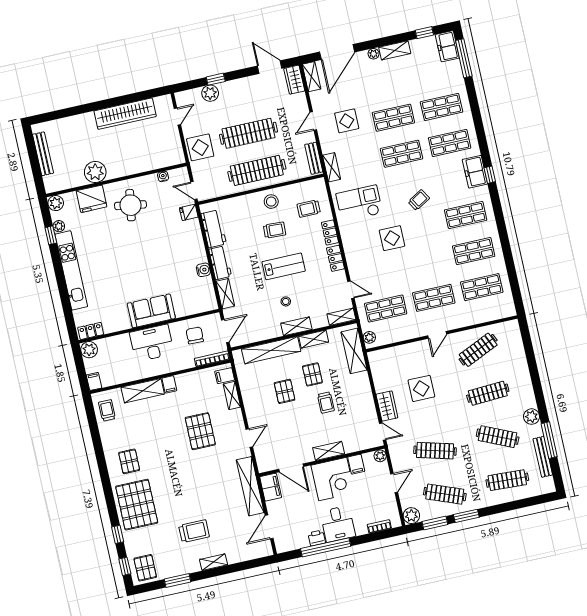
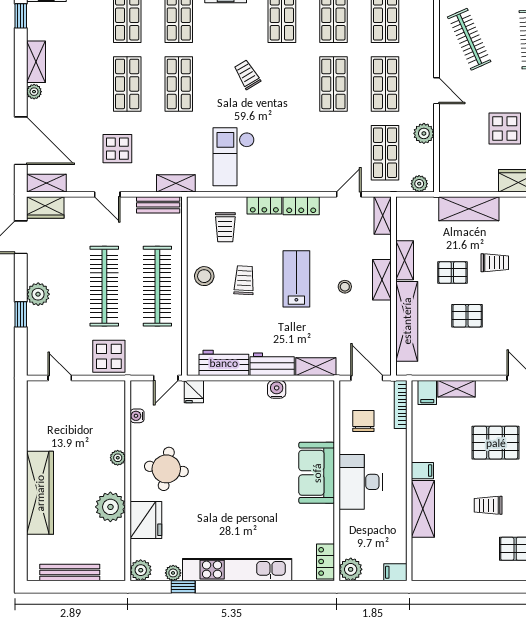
plant: (210, 93) -> (38, 294), moved
wardrobe: (125, 114) -> (40, 493), moved
plant: (131, 169) -> (118, 458), added
display table: (392, 238) -> (291, 123), removed
shop shelf: (426, 262) -> (333, 84), added
plant: (405, 333) -> (424, 133), added
chair: (195, 335) -> (363, 421), turned 88
shelving: (354, 351) -> (469, 209), moved
trolley: (107, 410) -> (488, 505), moved

